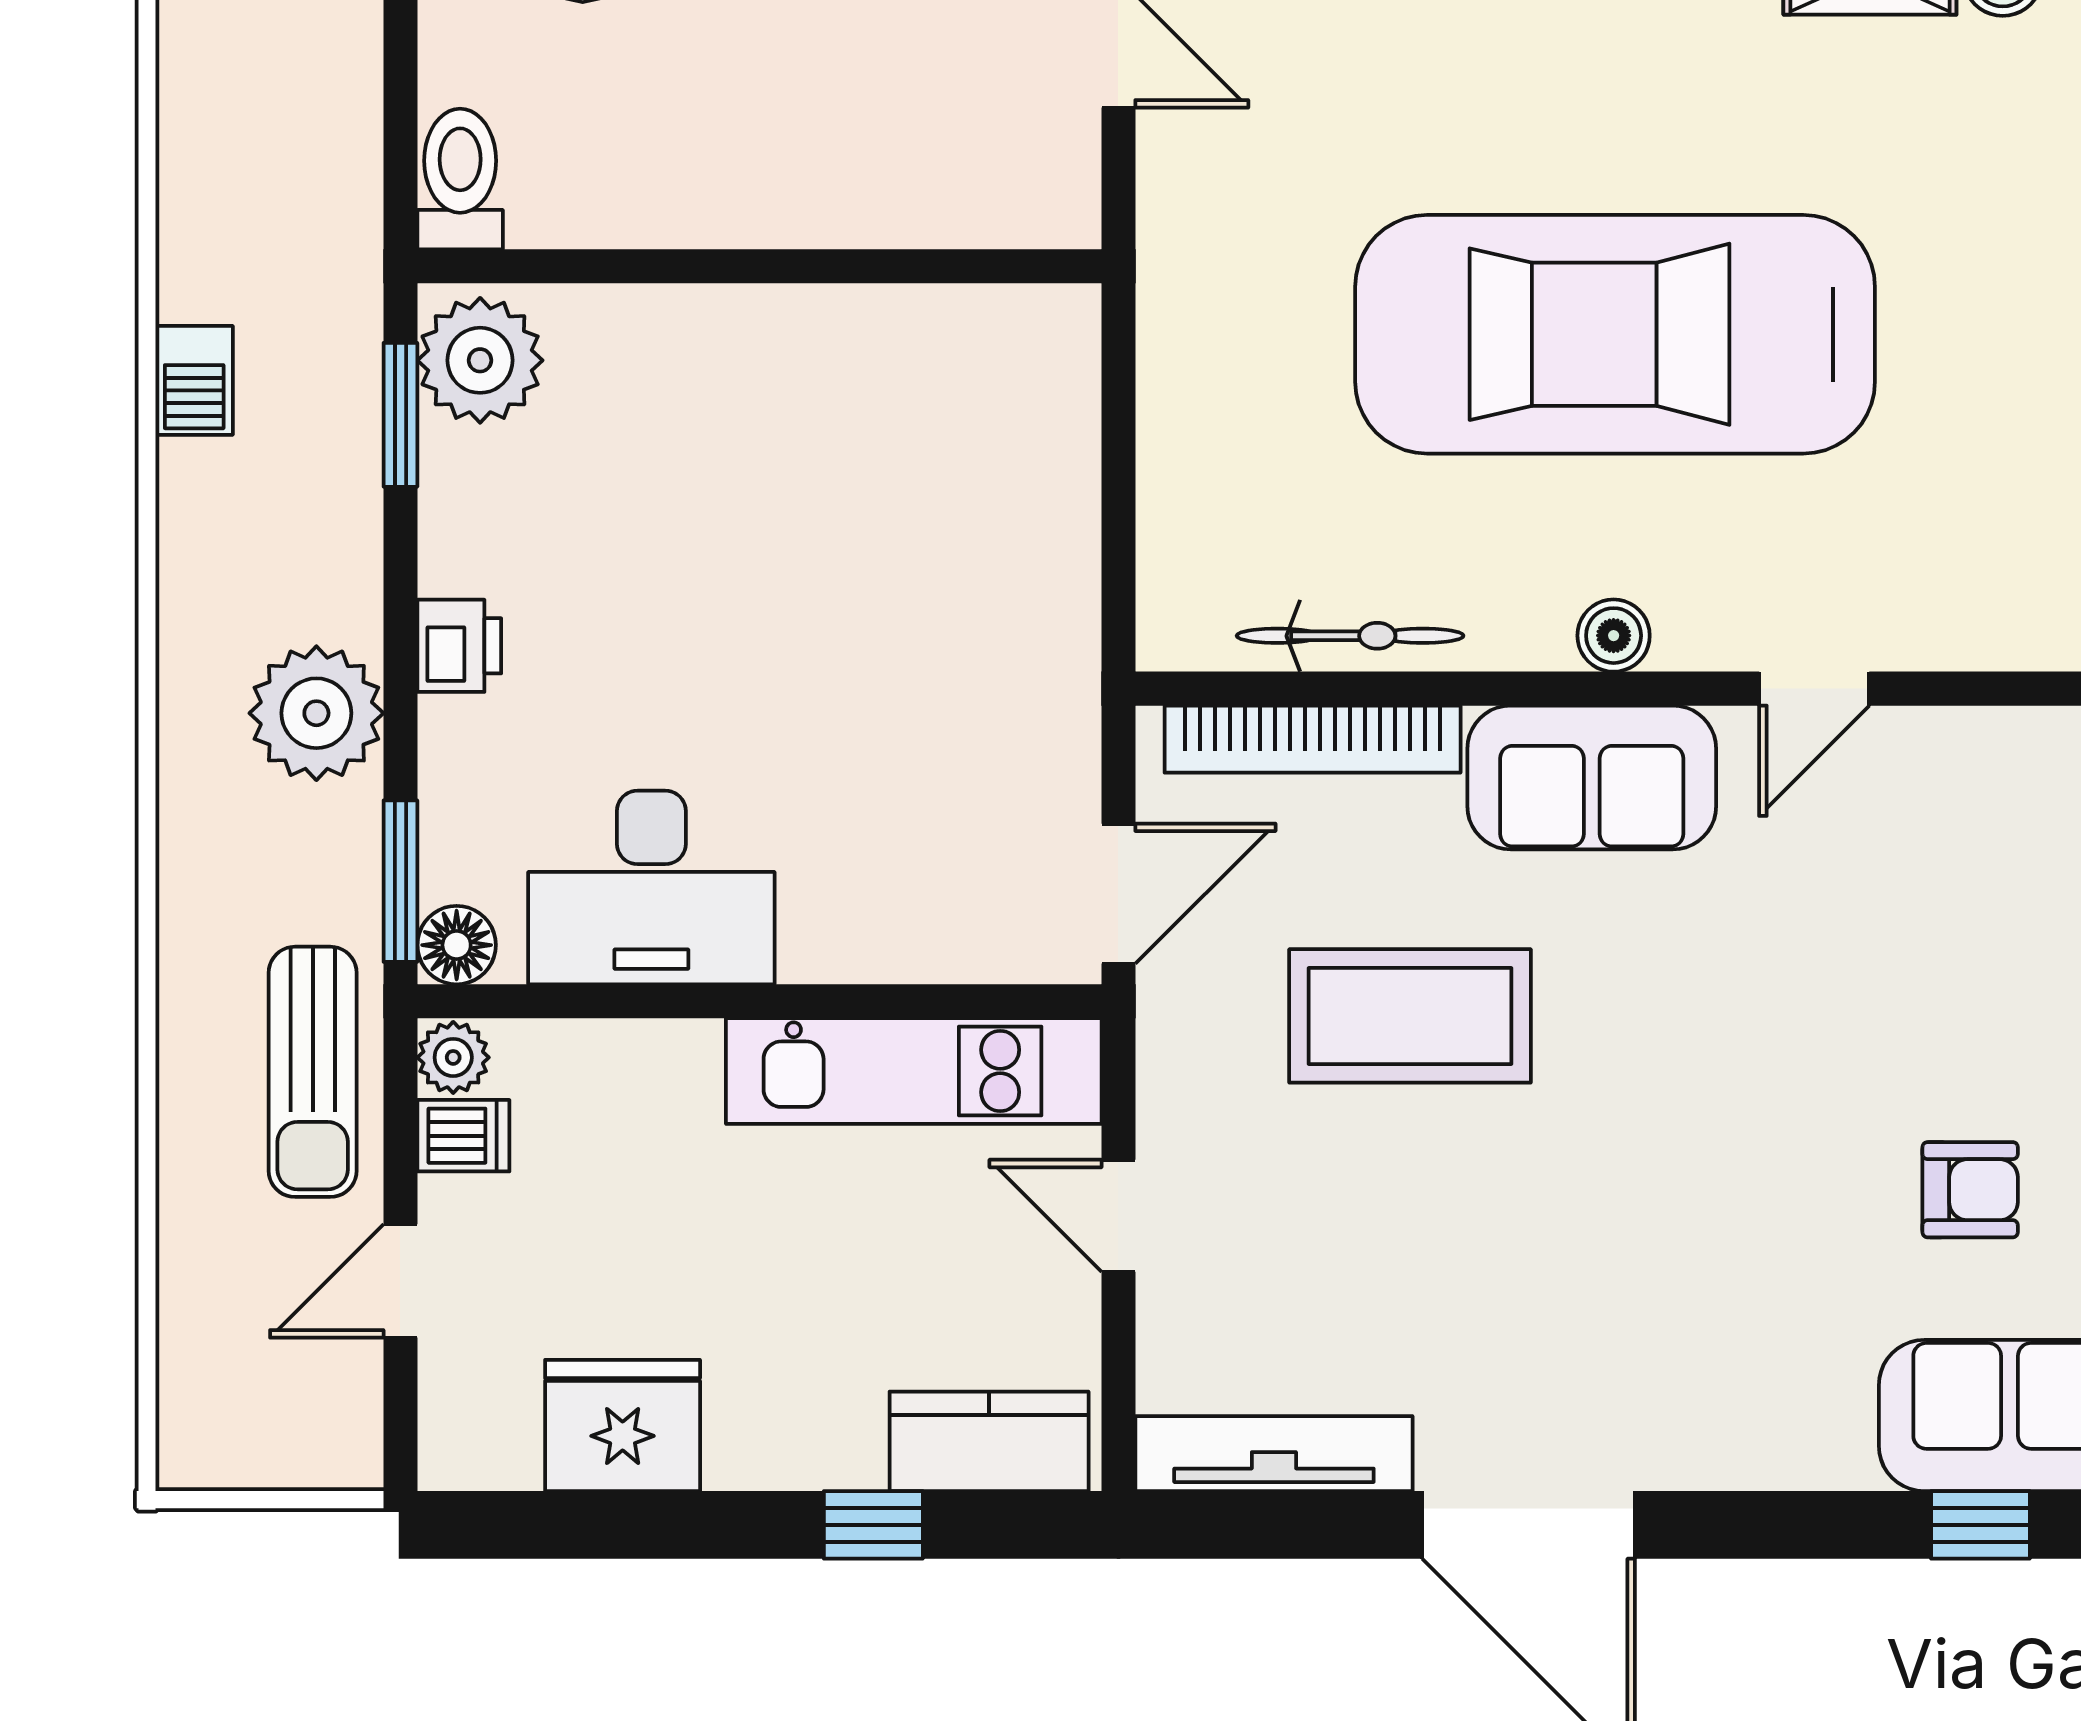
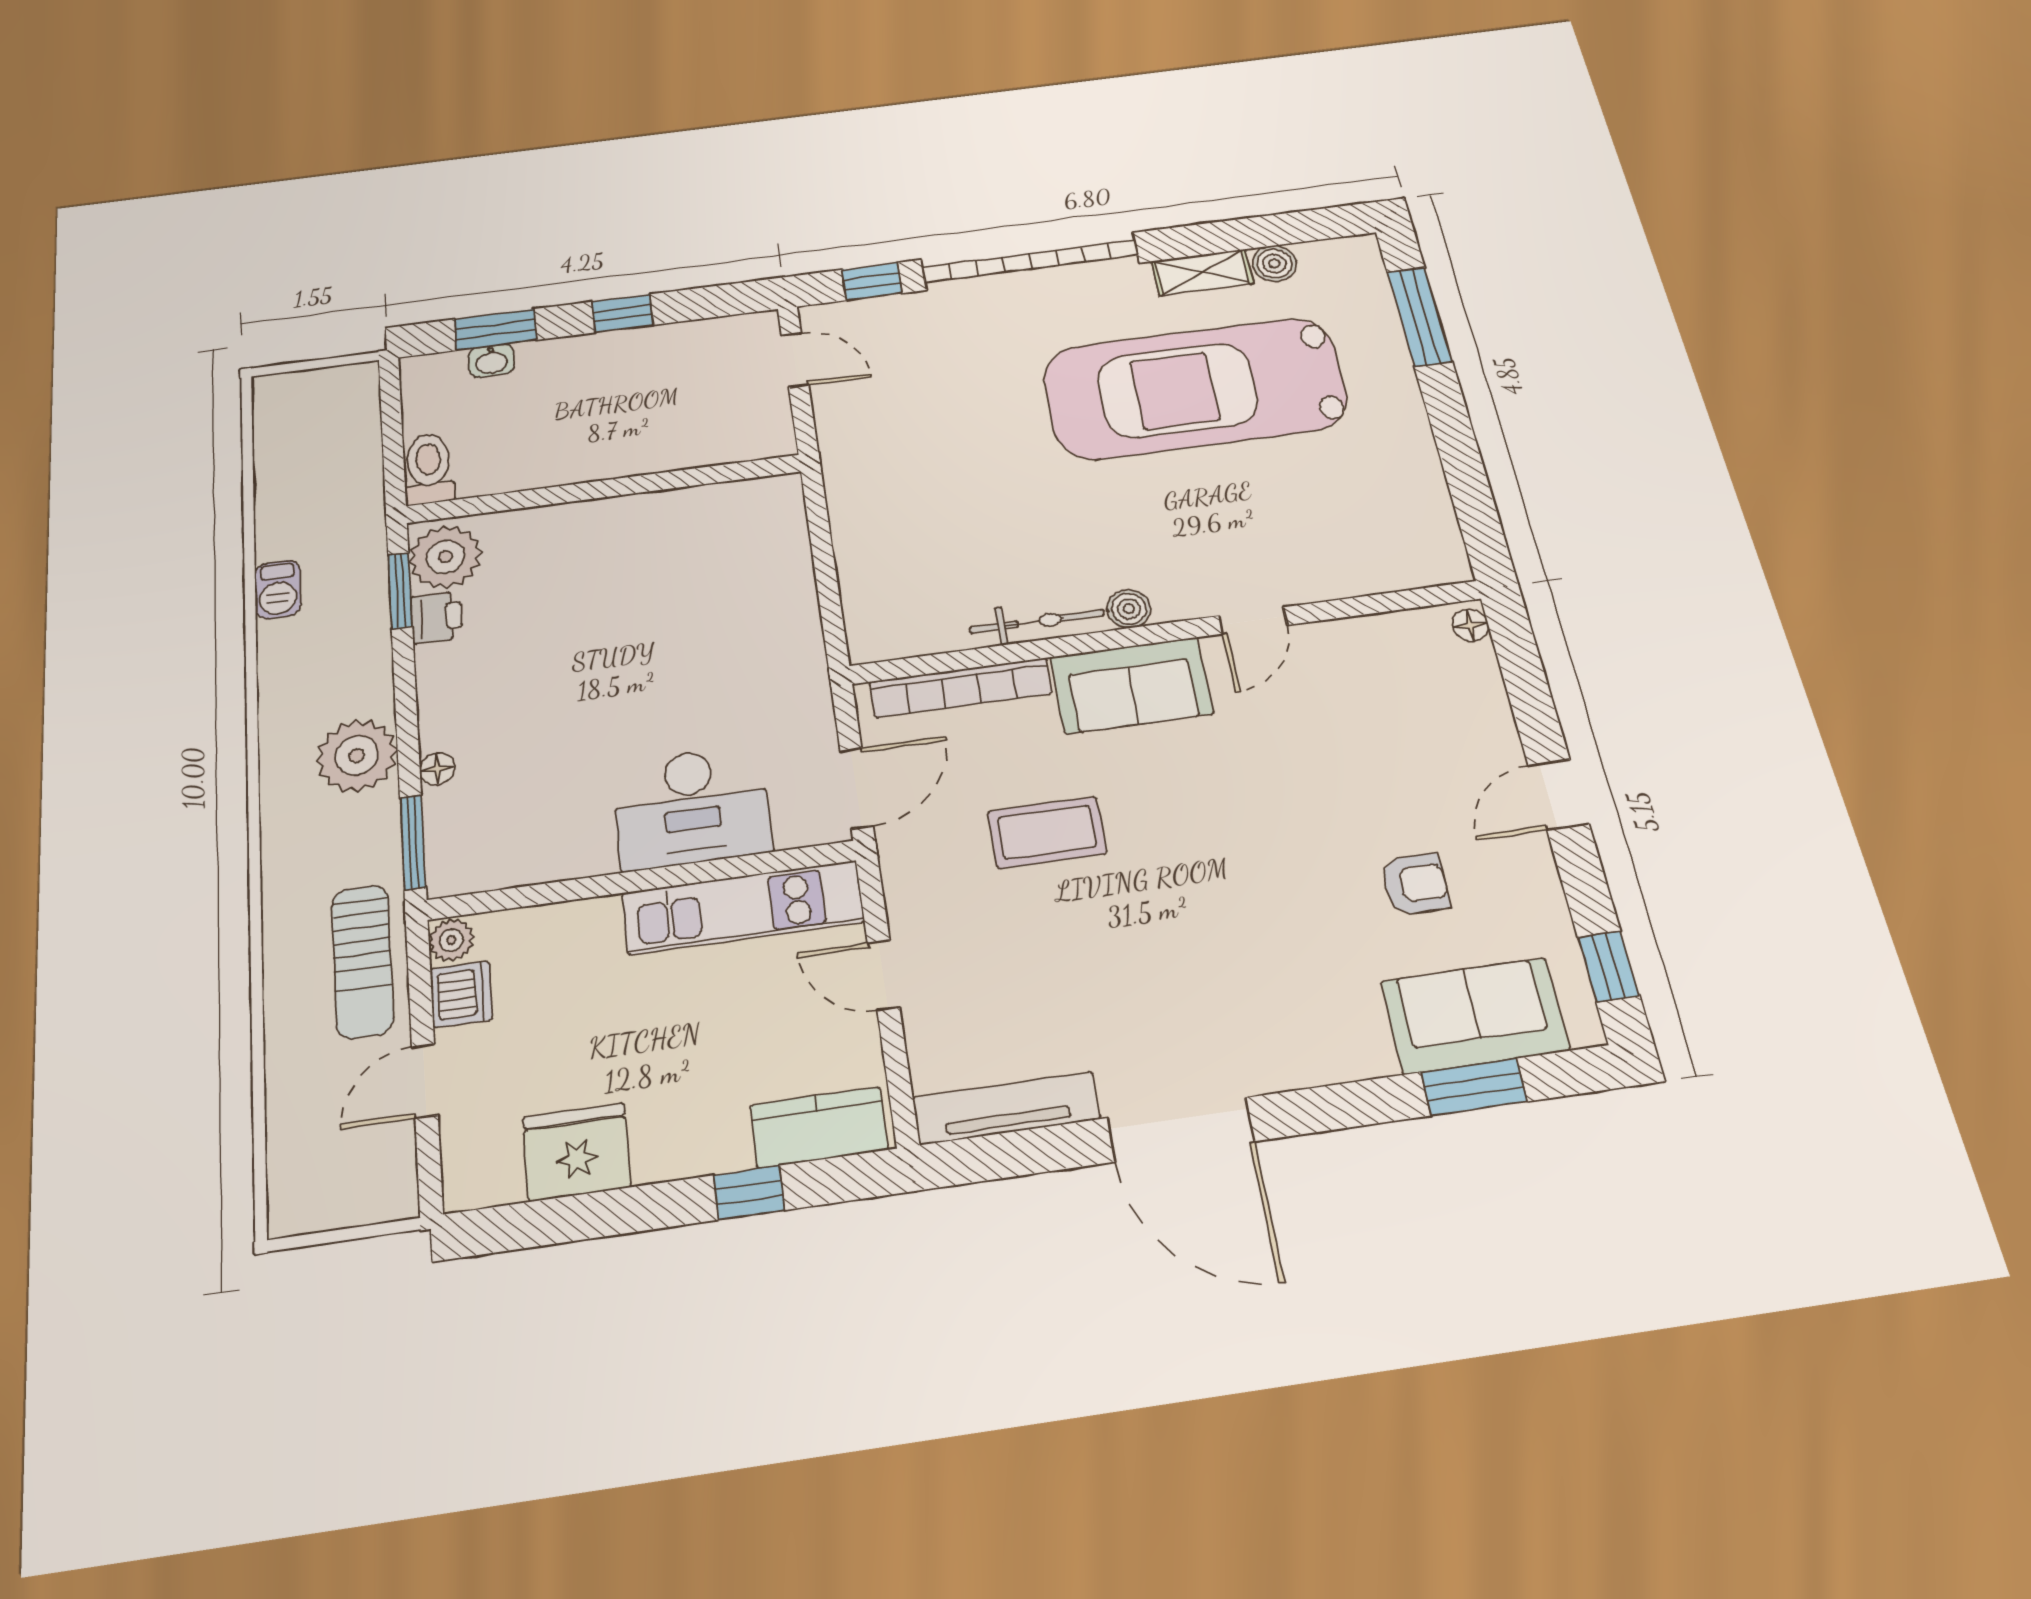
car: (1615, 334) -> (1195, 388), moved
bicycle: (1350, 636) -> (1037, 621), moved
printer: (459, 646) -> (437, 617), moved
desk: (651, 887) -> (692, 807), moved
floor lamp: (457, 945) -> (437, 769), moved, width x0.73, depth x0.73
coffee table: (1410, 1016) -> (1047, 832), width x0.73, depth x0.76
dishwasher: (463, 1136) -> (461, 994), width x1.38
window: (1980, 1525) -> (1474, 1087), width x1.50

